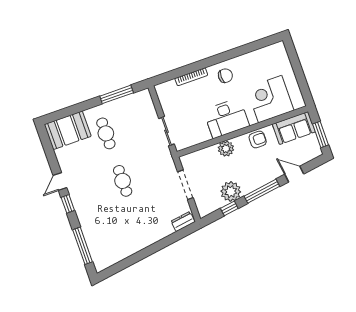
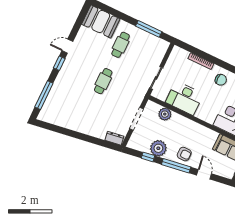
desk: (226, 118) -> (184, 98), moved
armchair: (258, 140) -> (184, 154), moved
plant: (226, 149) -> (165, 114), moved

